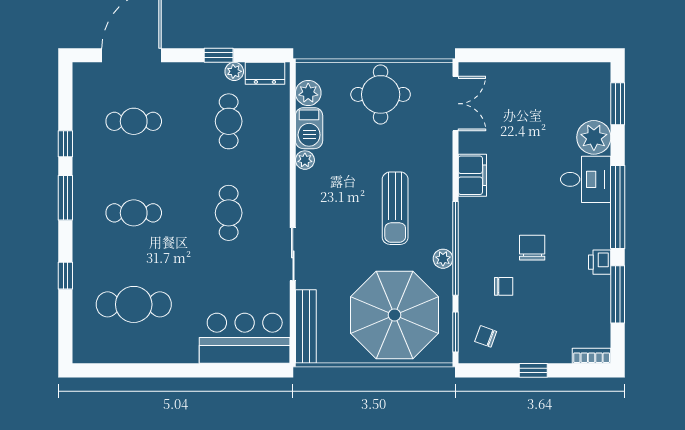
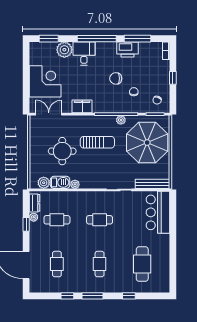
round table: (381, 94) -> (62, 151), moved
corner desk: (526, 96) -> (45, 81), added
printer: (600, 262) -> (127, 49), width x1.87, depth x1.48

